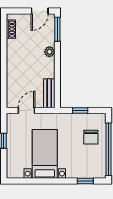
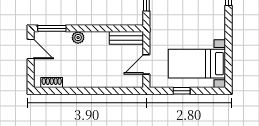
door: (26, 110) -> (146, 64), hinge flipped
bed with nightstands: (45, 154) -> (197, 64), moved

